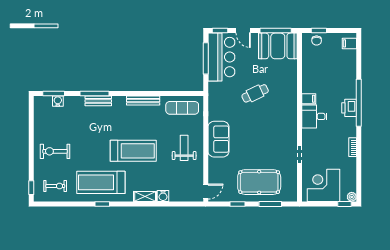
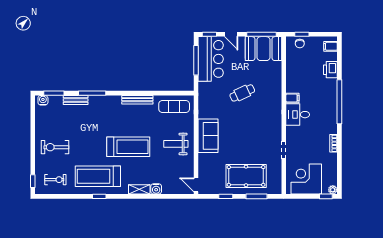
water cooler: (58, 101) -> (43, 100), moved
bench: (98, 101) -> (76, 100), moved
printer: (349, 108) -> (330, 70), moved
weight bench: (184, 148) -> (176, 144), turned -90
door: (206, 191) -> (196, 185), swing flipped

